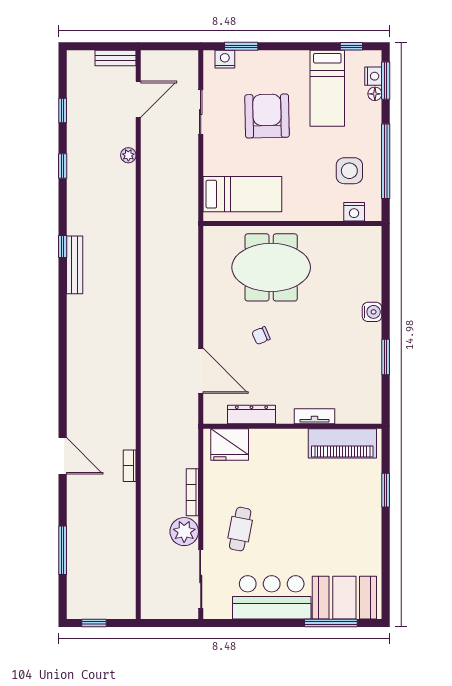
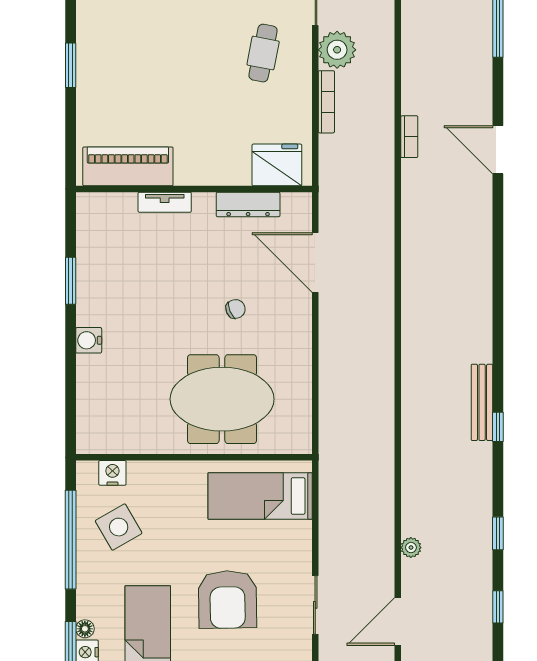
side table: (349, 171) -> (119, 527), turned -30
window: (386, 490) -> (71, 65), moved

